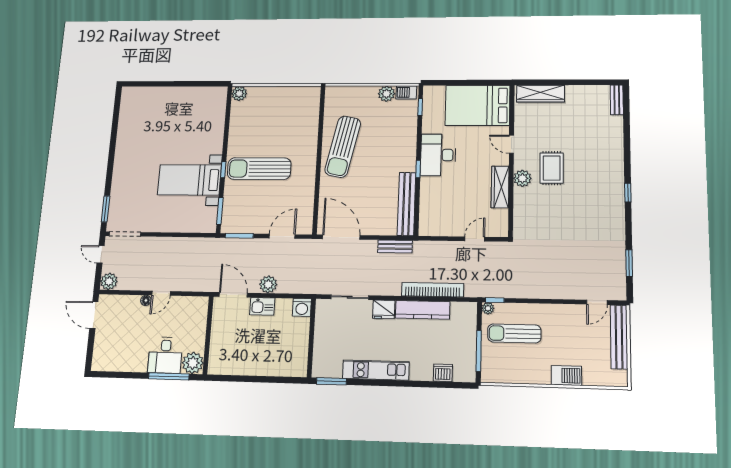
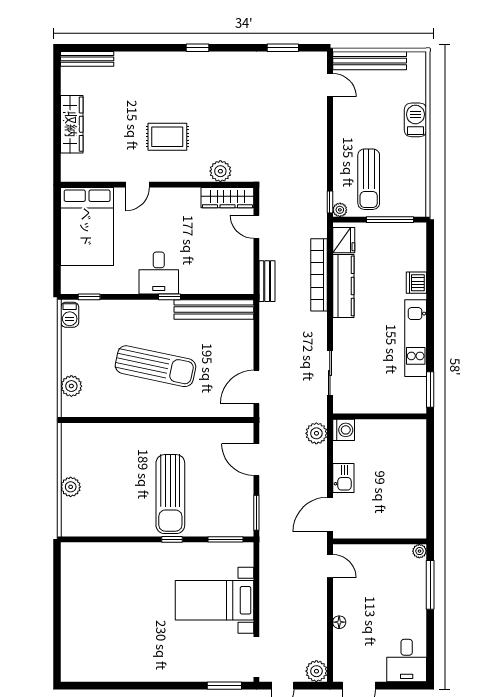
plant: (239, 94) -> (71, 487), moved
plant: (387, 94) -> (71, 386), moved
wardrobe: (541, 94) -> (72, 124), moved
bench: (617, 100) -> (87, 59), width x1.36
sun lounger: (343, 147) -> (156, 366), moved
desk: (438, 155) -> (159, 273), width x0.73
plant: (522, 178) -> (220, 171), moved
bed with nightstands: (189, 180) -> (215, 600), moved, turned 90
wardrobe: (500, 187) -> (227, 198), moved
door: (341, 237) -> (256, 387), width x0.73
bench: (395, 246) -> (267, 281), moved
plant: (268, 284) -> (316, 433), moved
door: (161, 293) -> (330, 566), moved
fridge: (384, 309) -> (344, 240), moved
desk: (165, 355) -> (407, 661), moved, turned 90
plant: (193, 363) -> (419, 551), width x0.53, depth x0.53
dishwasher: (443, 373) -> (416, 283), moved

